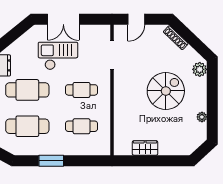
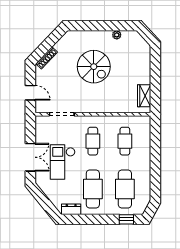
plant: (200, 69) -> (75, 37), removed
spiral stairs: (166, 91) -> (94, 67), turned 180
wardrobe: (145, 148) -> (144, 96), moved
window: (51, 161) -> (155, 168), removed

